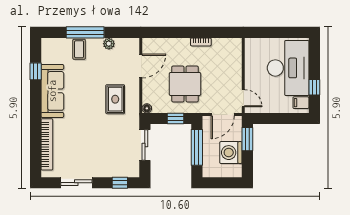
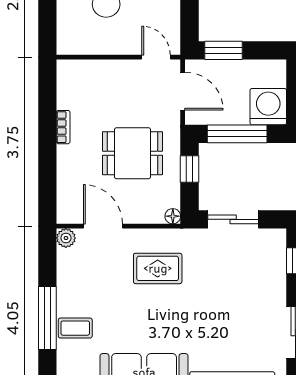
plant: (109, 44) -> (66, 238), moved
door: (243, 98) -> (156, 57), hinge flipped
washing machine: (231, 153) -> (268, 107), moved, turned 180

